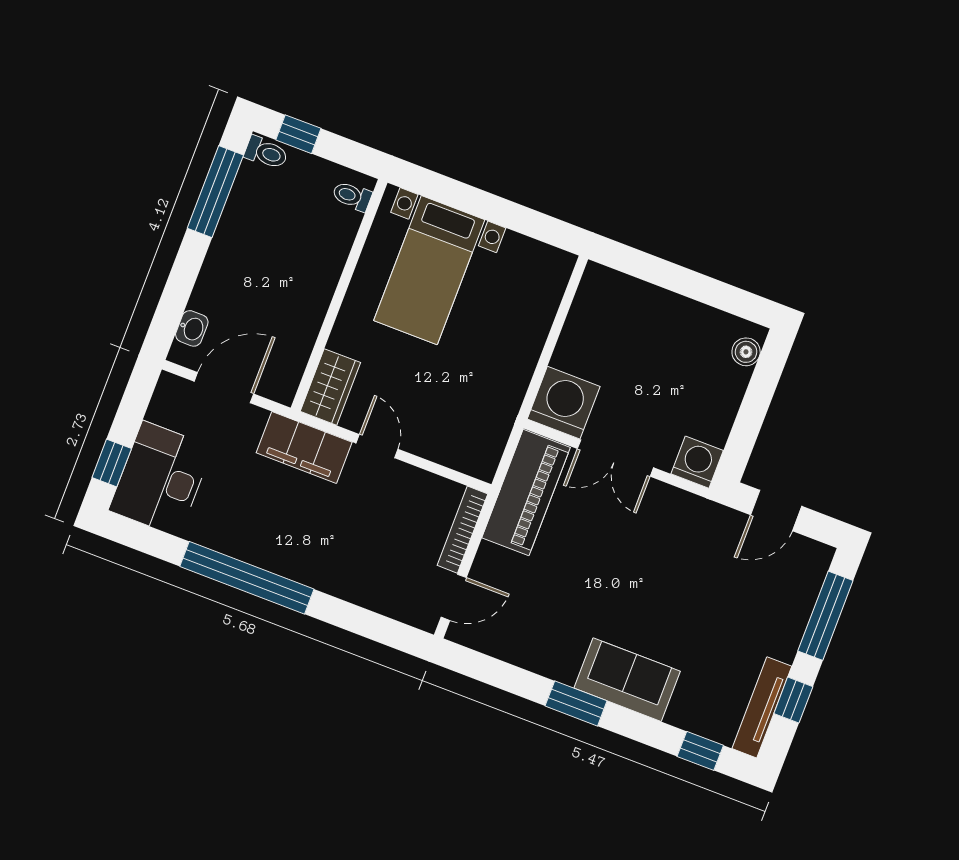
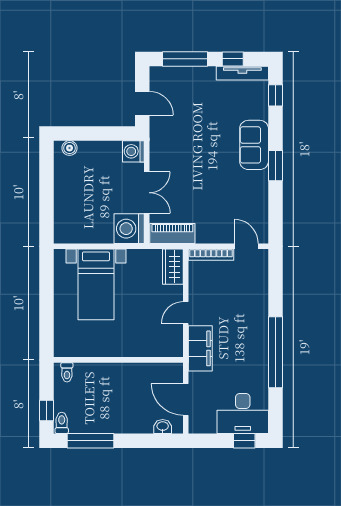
bed with nightstands: (429, 270) -> (96, 284), moved, turned 90
wardrobe: (330, 387) -> (173, 267), moved, turned -90
piano: (526, 493) -> (172, 234), width x0.73, depth x0.75

